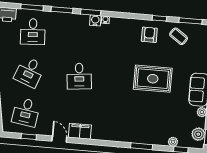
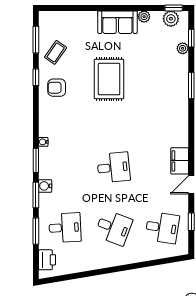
water cooler: (95, 20) -> (45, 186), moved

